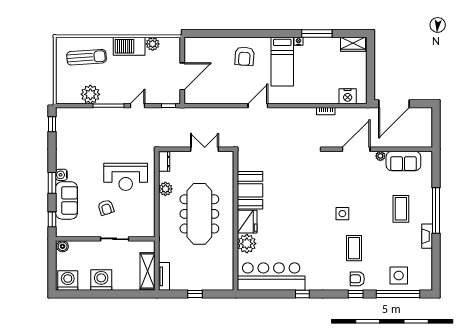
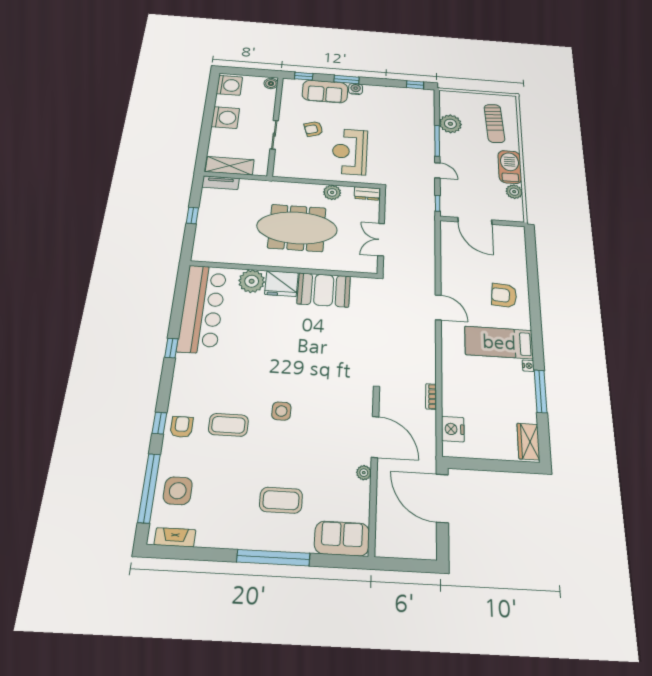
double door: (205, 149) -> (381, 240), swing flipped
sofa: (403, 161) -> (342, 538), moved, turned 90
fireplace: (427, 236) -> (175, 537), moved

